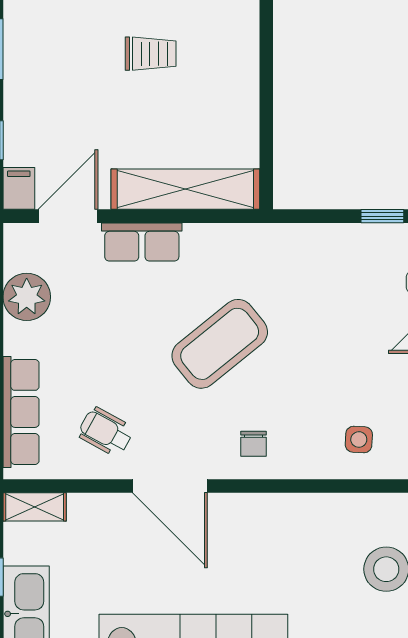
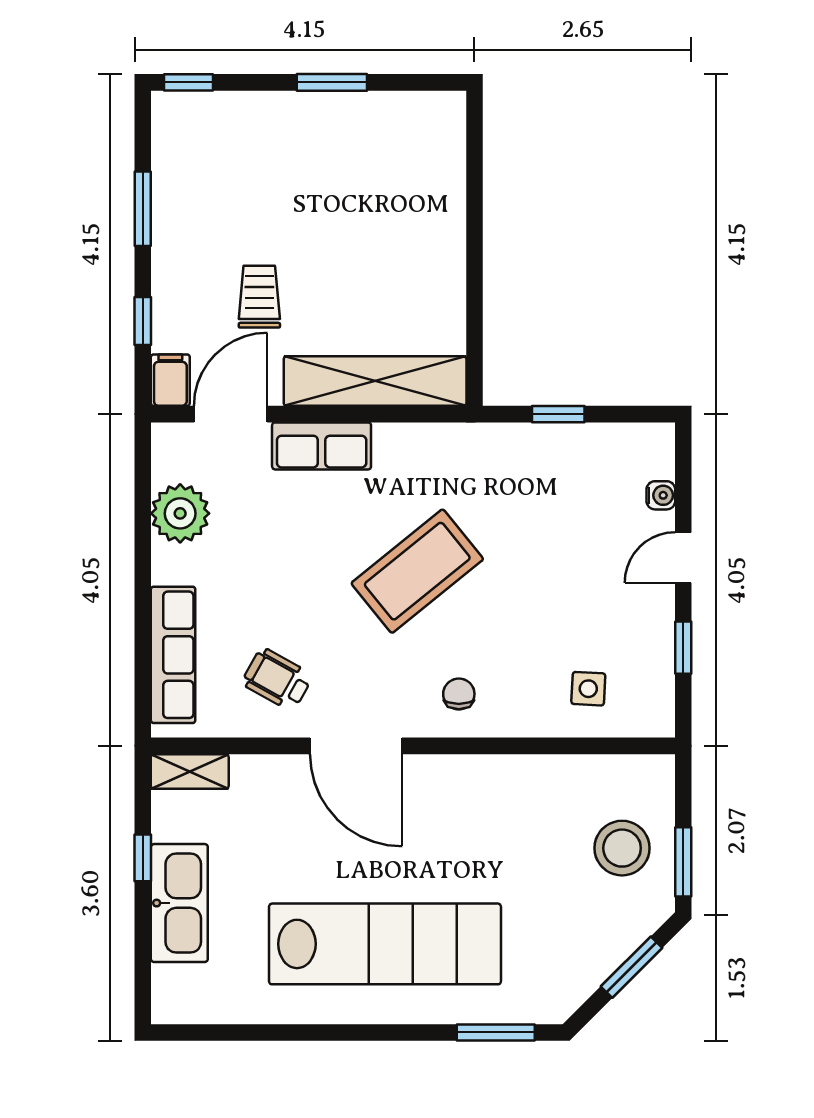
trolley: (151, 54) -> (259, 297), moved, turned -90
window: (382, 216) -> (558, 414), moved
chair: (253, 444) -> (459, 694), turned 180

